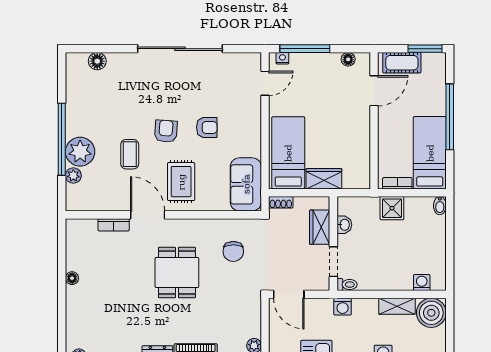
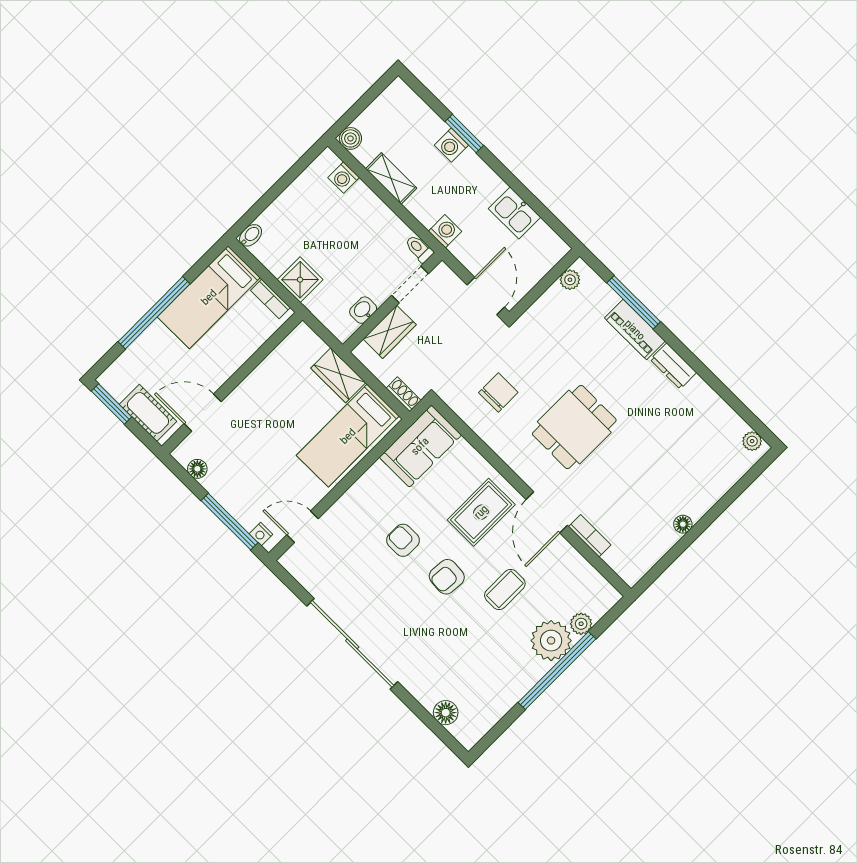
boiler: (431, 313) -> (350, 138), width x0.54, depth x0.54

